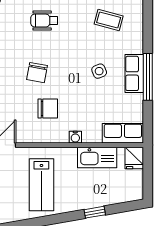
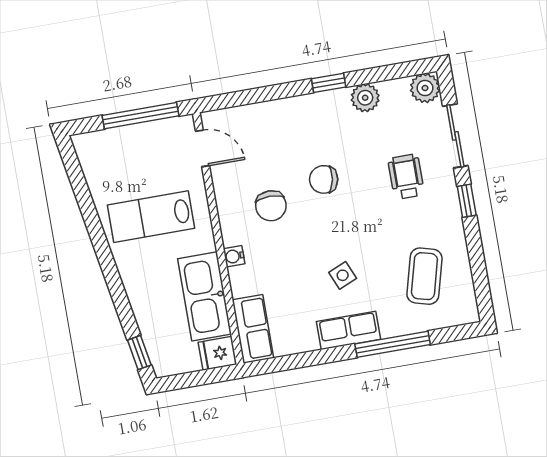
coffee table: (109, 20) -> (424, 276), width x1.36, depth x1.30
window: (148, 77) -> (393, 344), moved
kitchen sink: (97, 157) -> (205, 296), width x1.36, depth x1.24
window: (95, 212) -> (139, 353), moved

